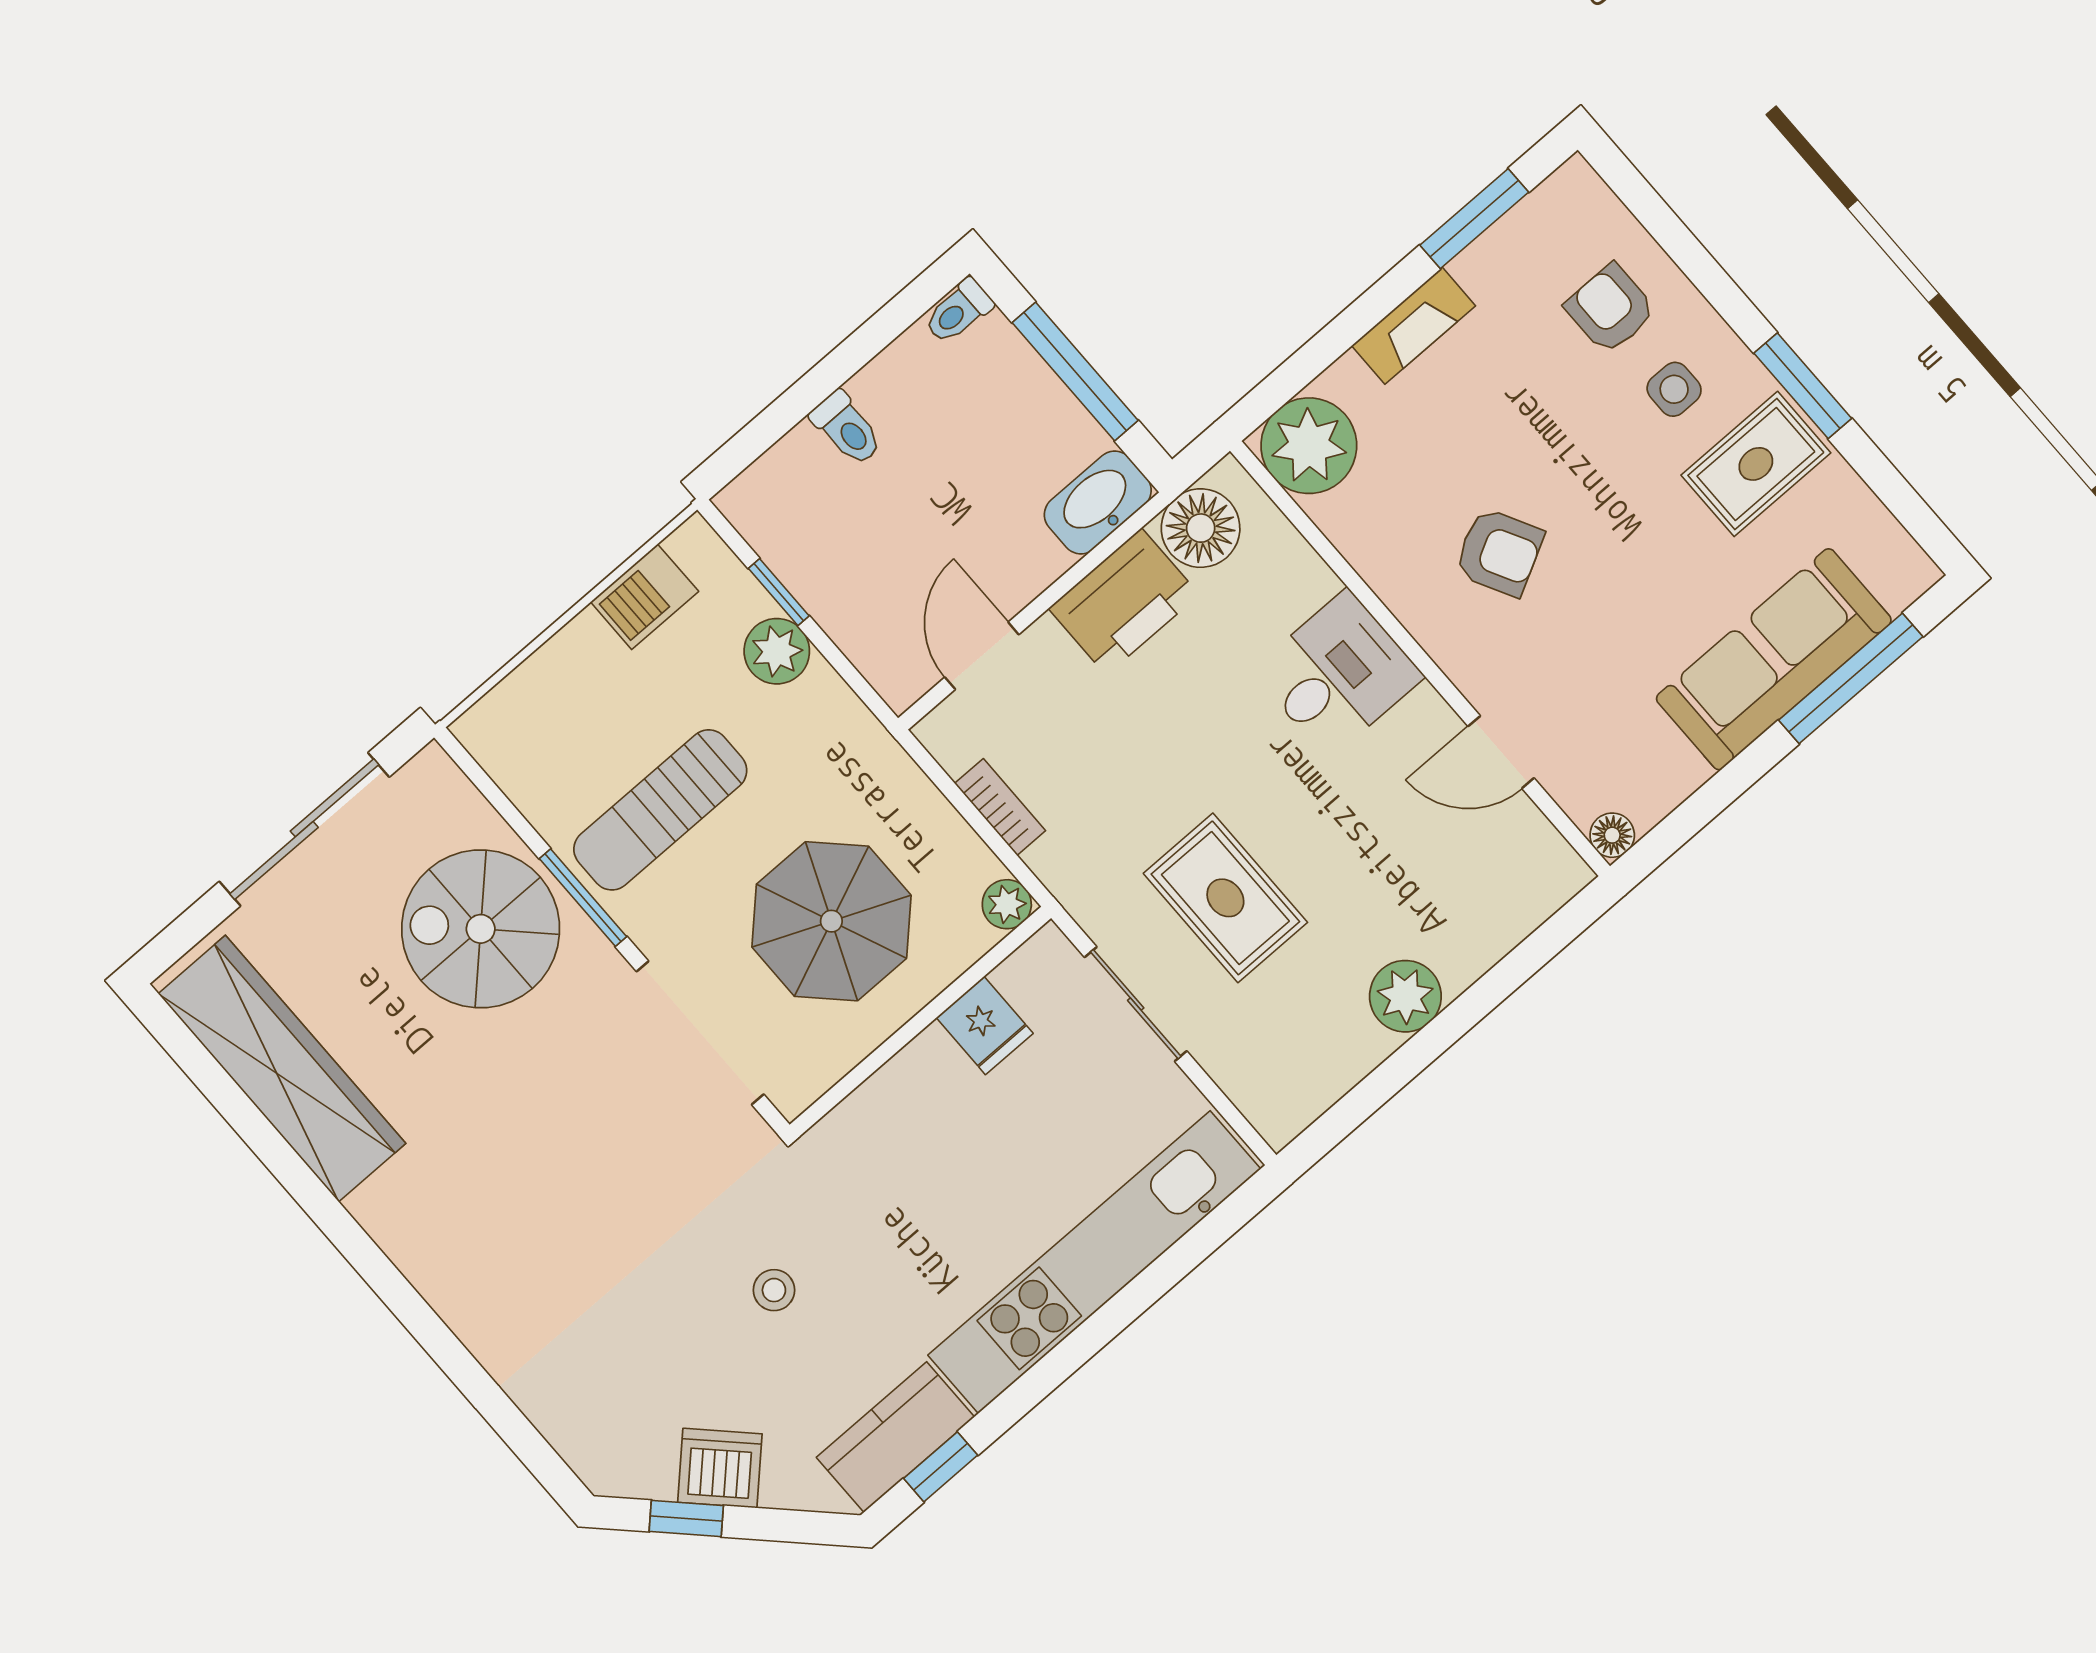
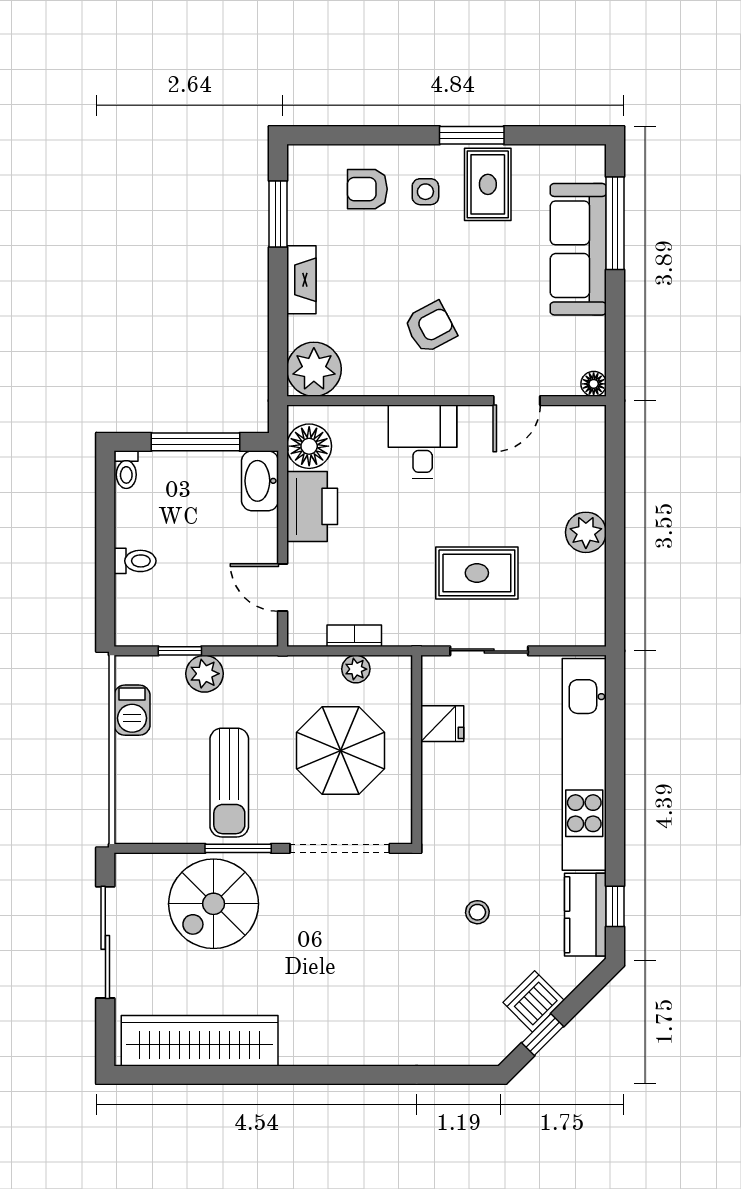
plant: (1007, 904) -> (356, 669), moved

